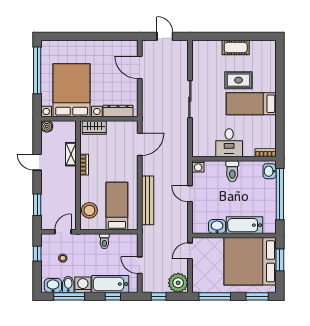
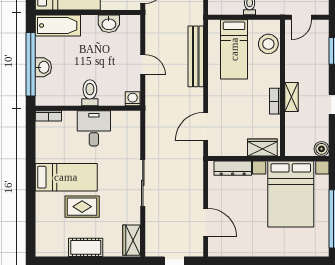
wardrobe: (199, 53) -> (132, 240), added
shelving: (71, 154) -> (291, 97), moved
washbasin: (270, 171) -> (43, 67), moved
bathtub: (245, 225) -> (58, 26), moved

